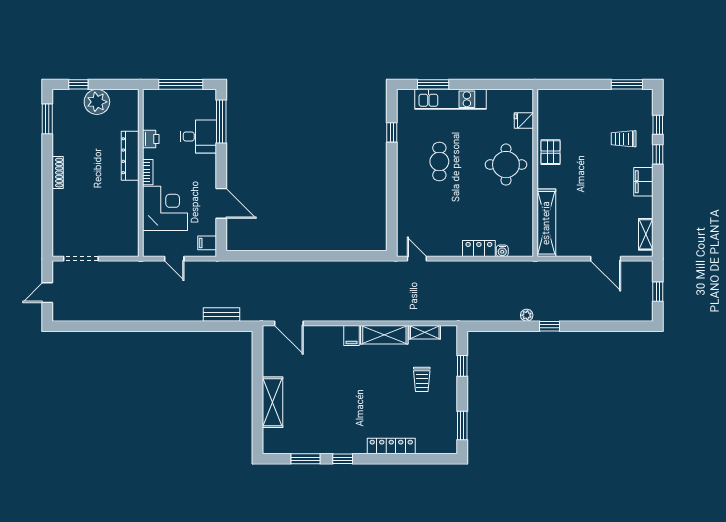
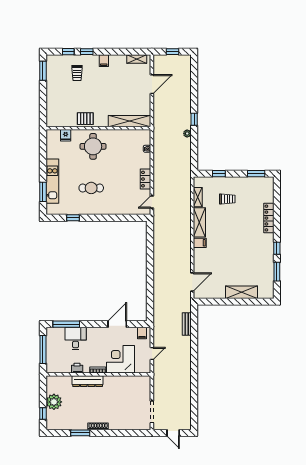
window: (47, 119) -> (80, 433), moved
filing cabinet: (643, 182) -> (104, 61), width x0.50
locker: (479, 249) -> (146, 179), moved

